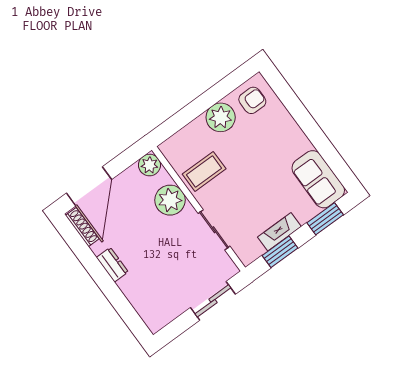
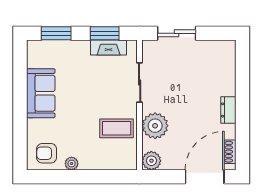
plant: (221, 117) -> (72, 163), width x0.53, depth x0.53
sofa: (318, 179) -> (41, 93), moved
shoe rack: (82, 227) -> (230, 152), width x0.70
fireplace: (279, 232) -> (109, 48), moved

